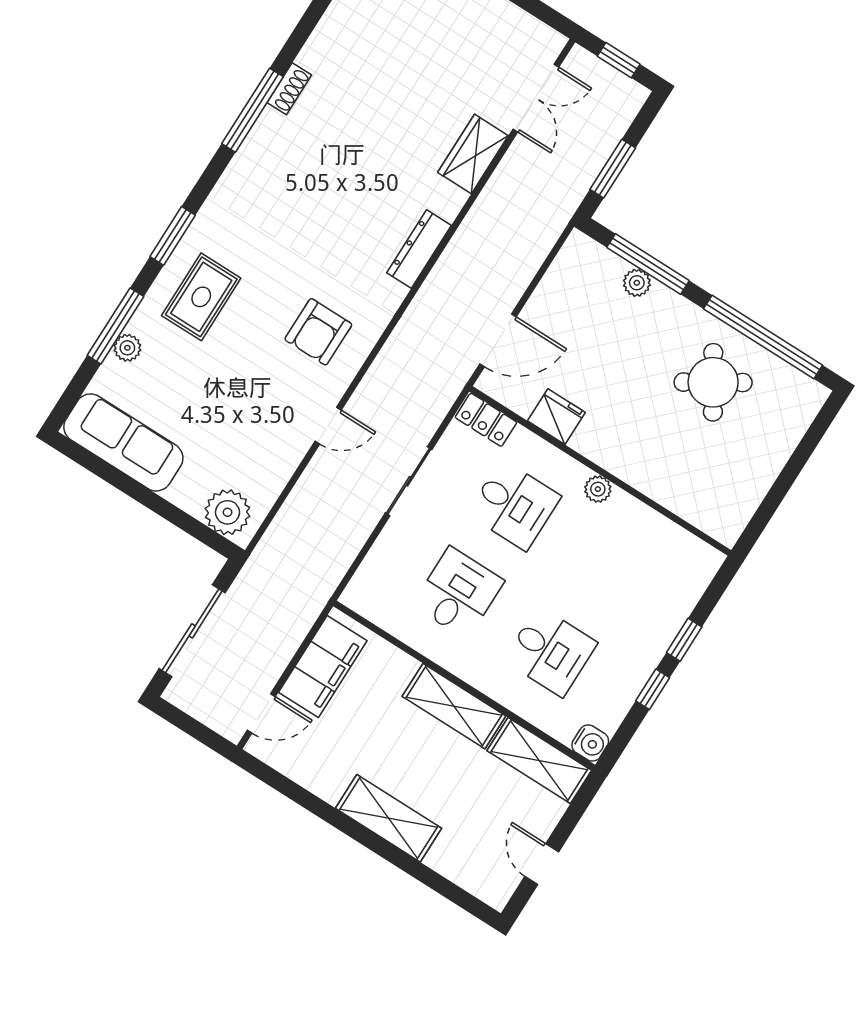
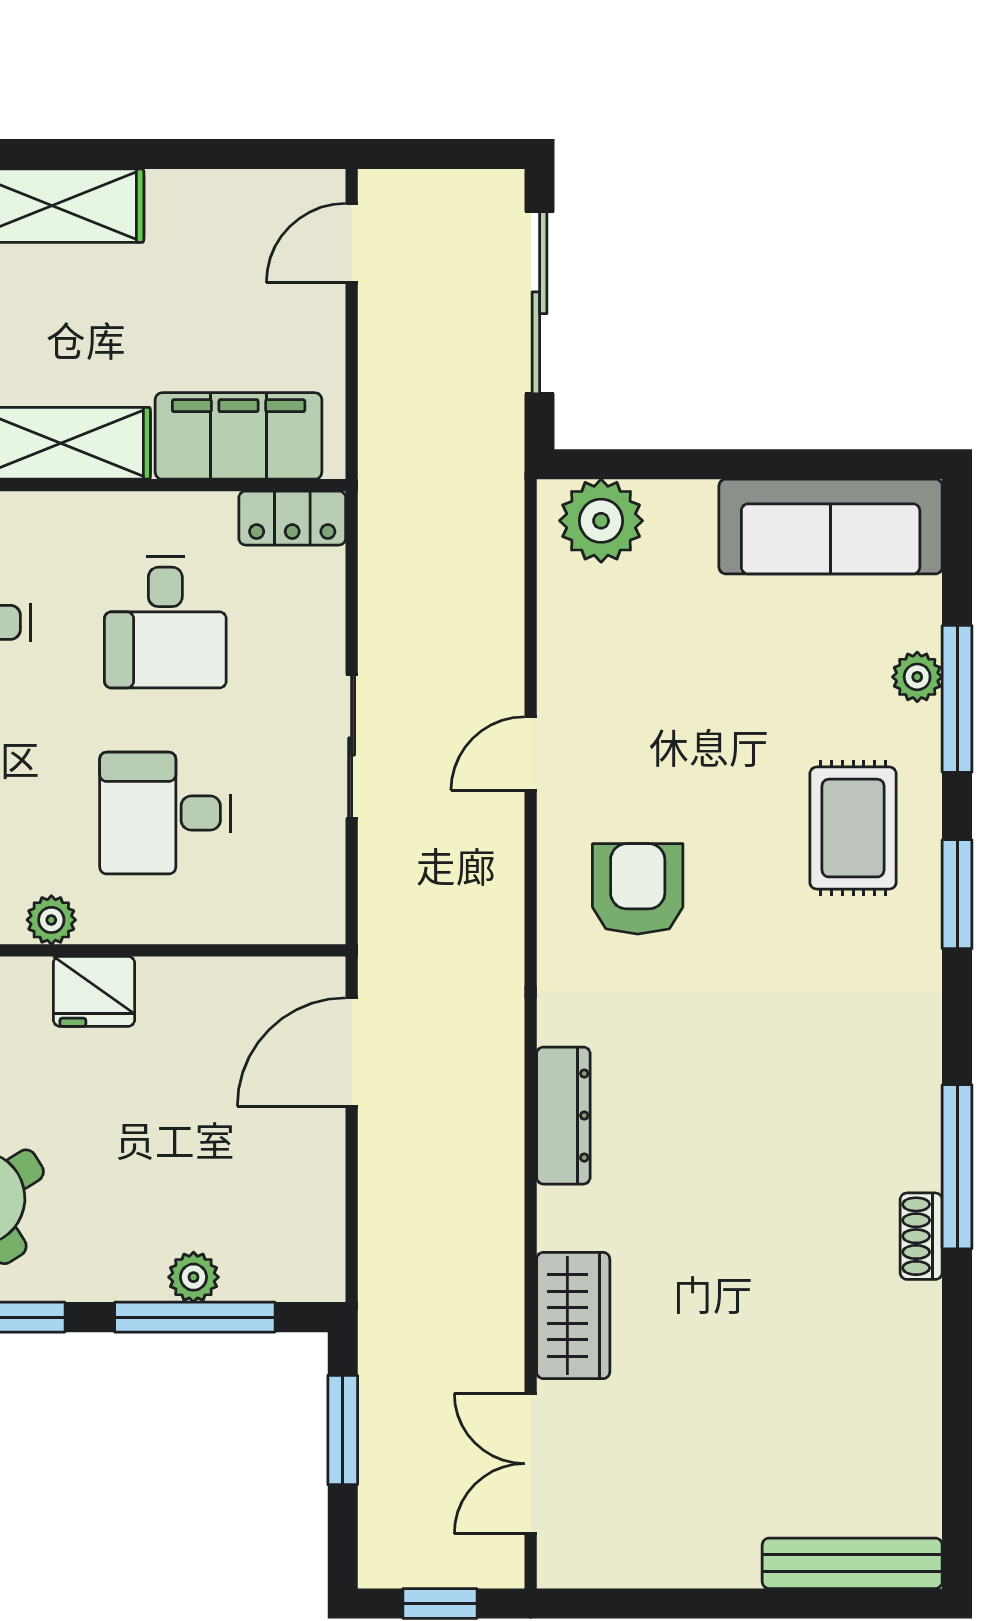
fridge: (556, 417) -> (94, 991), moved
locker: (486, 420) -> (292, 518), moved, turned 180
filing cabinet: (323, 667) -> (239, 436), moved, turned 90

